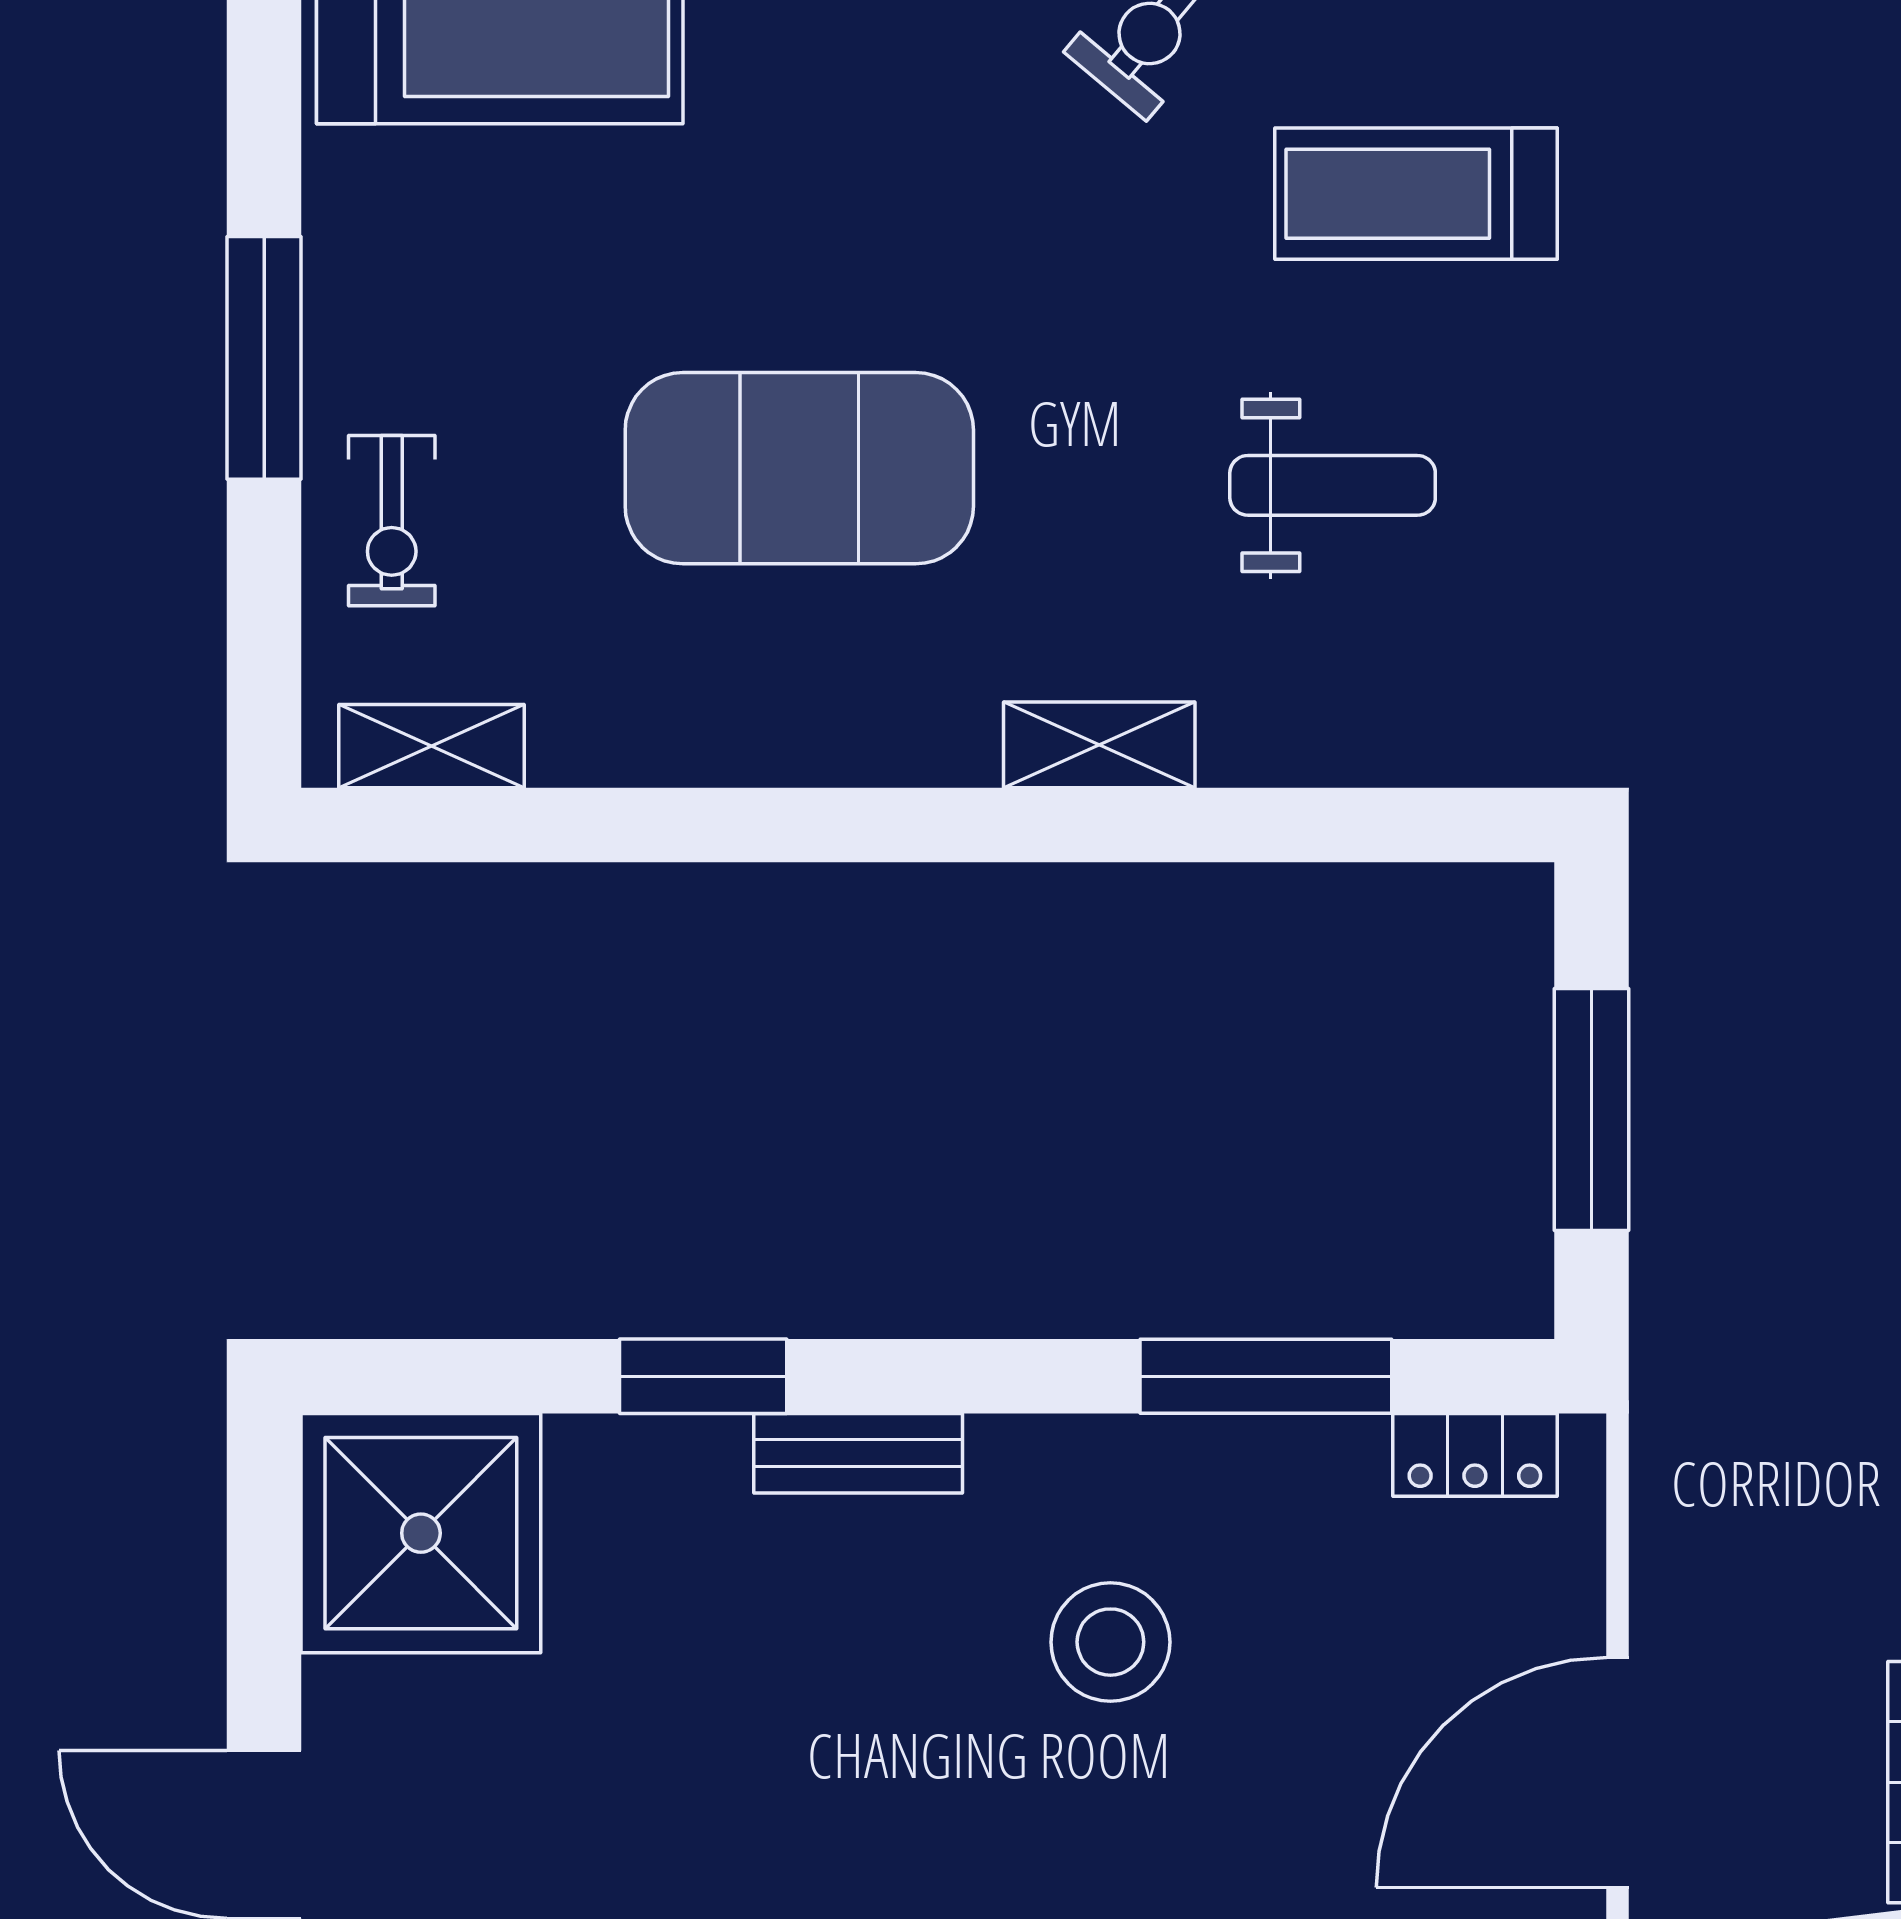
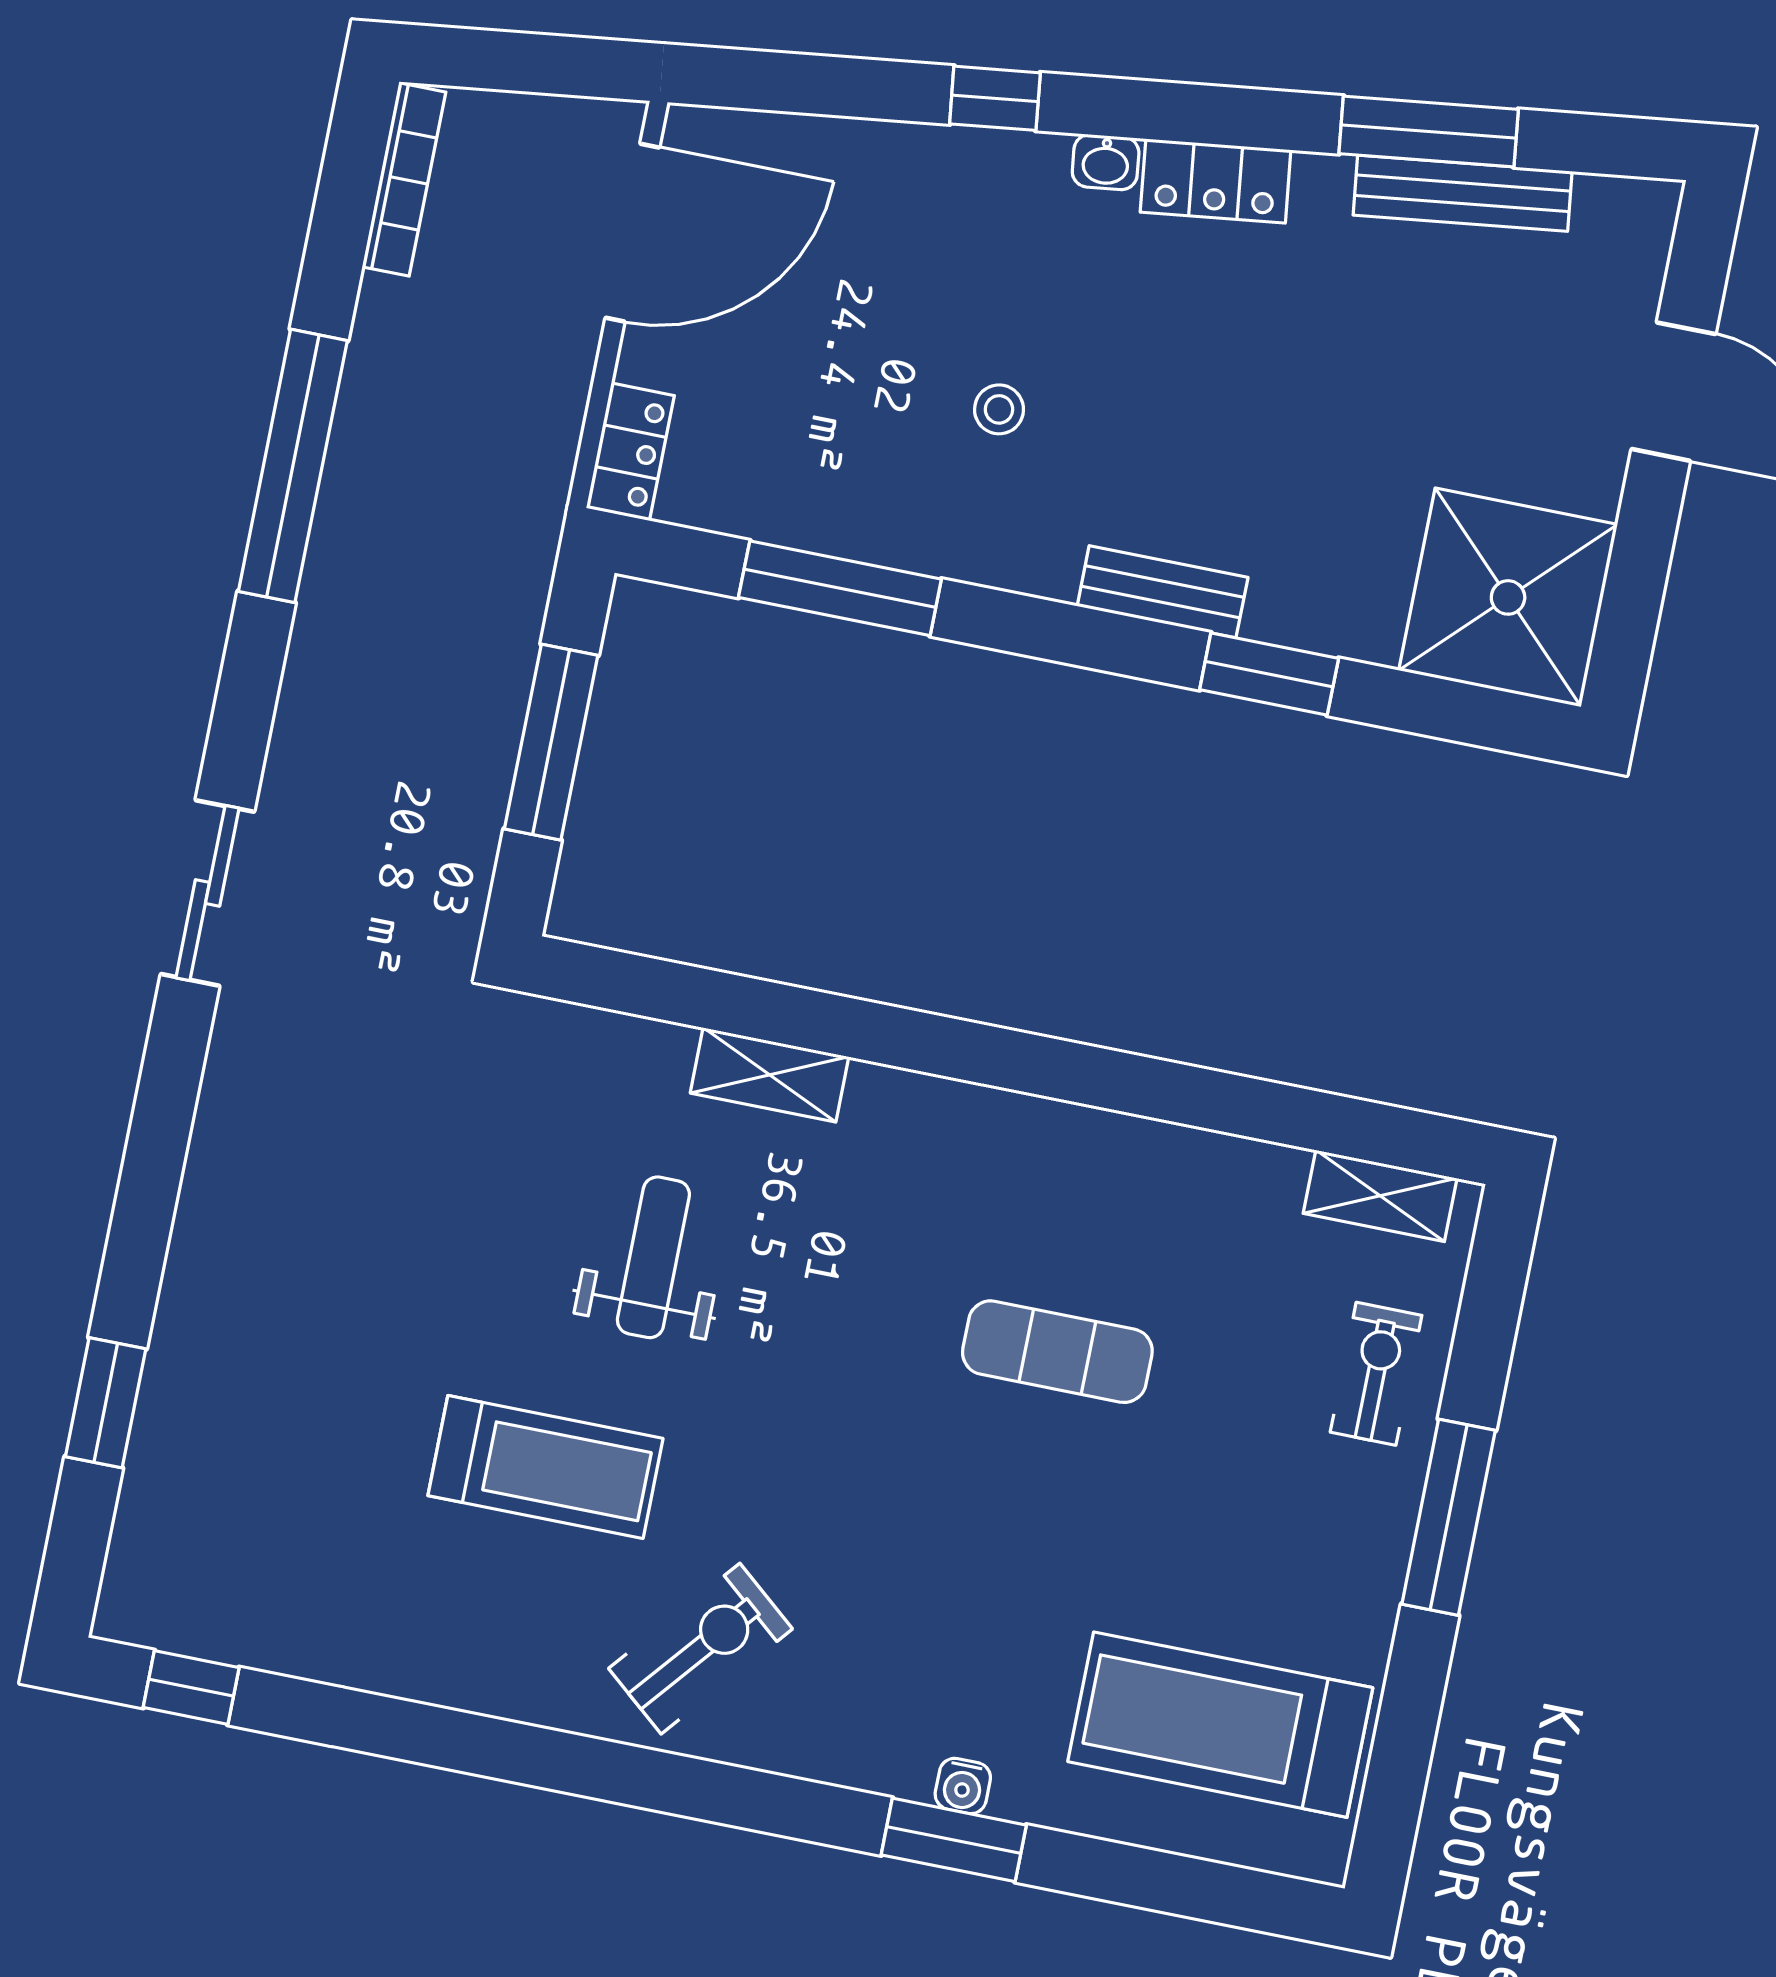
exercise mat: (799, 468) -> (1057, 1352), width x0.50, depth x0.69
weight bench: (1333, 485) -> (653, 1257), turned 90
shelving: (1099, 745) -> (770, 1075), moved
locker: (1475, 1455) -> (630, 452), moved, turned 90
stool: (1110, 1642) -> (999, 409), width x0.53, depth x0.53

